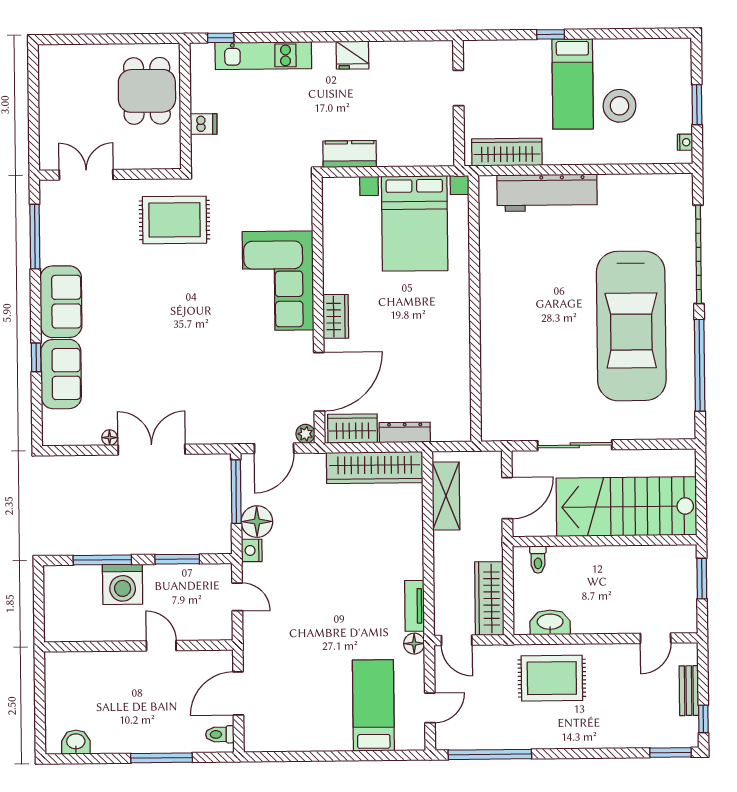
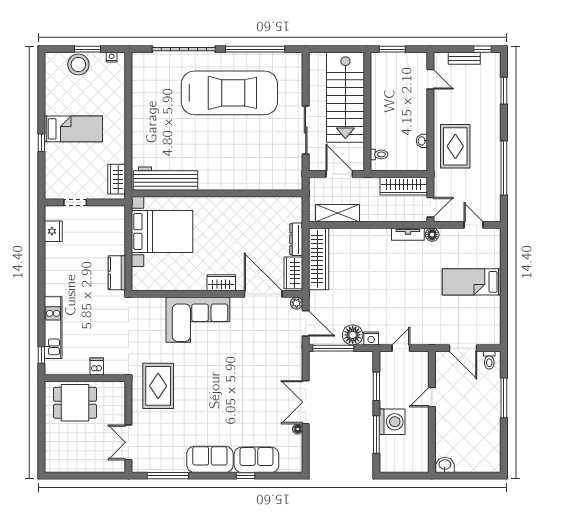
fridge: (352, 55) -> (53, 231), moved
stool: (620, 106) -> (78, 64), moved
wardrobe: (507, 152) -> (117, 179), width x0.67
workbench: (547, 193) -> (166, 179), moved, turned -90
washbasin: (550, 622) -> (422, 141), width x0.52, depth x0.69
bed: (373, 705) -> (472, 282), moved
washbasin: (76, 742) -> (445, 465), moved, turned 90
window: (671, 753) -> (504, 91), moved
window: (490, 754) -> (504, 168), moved

